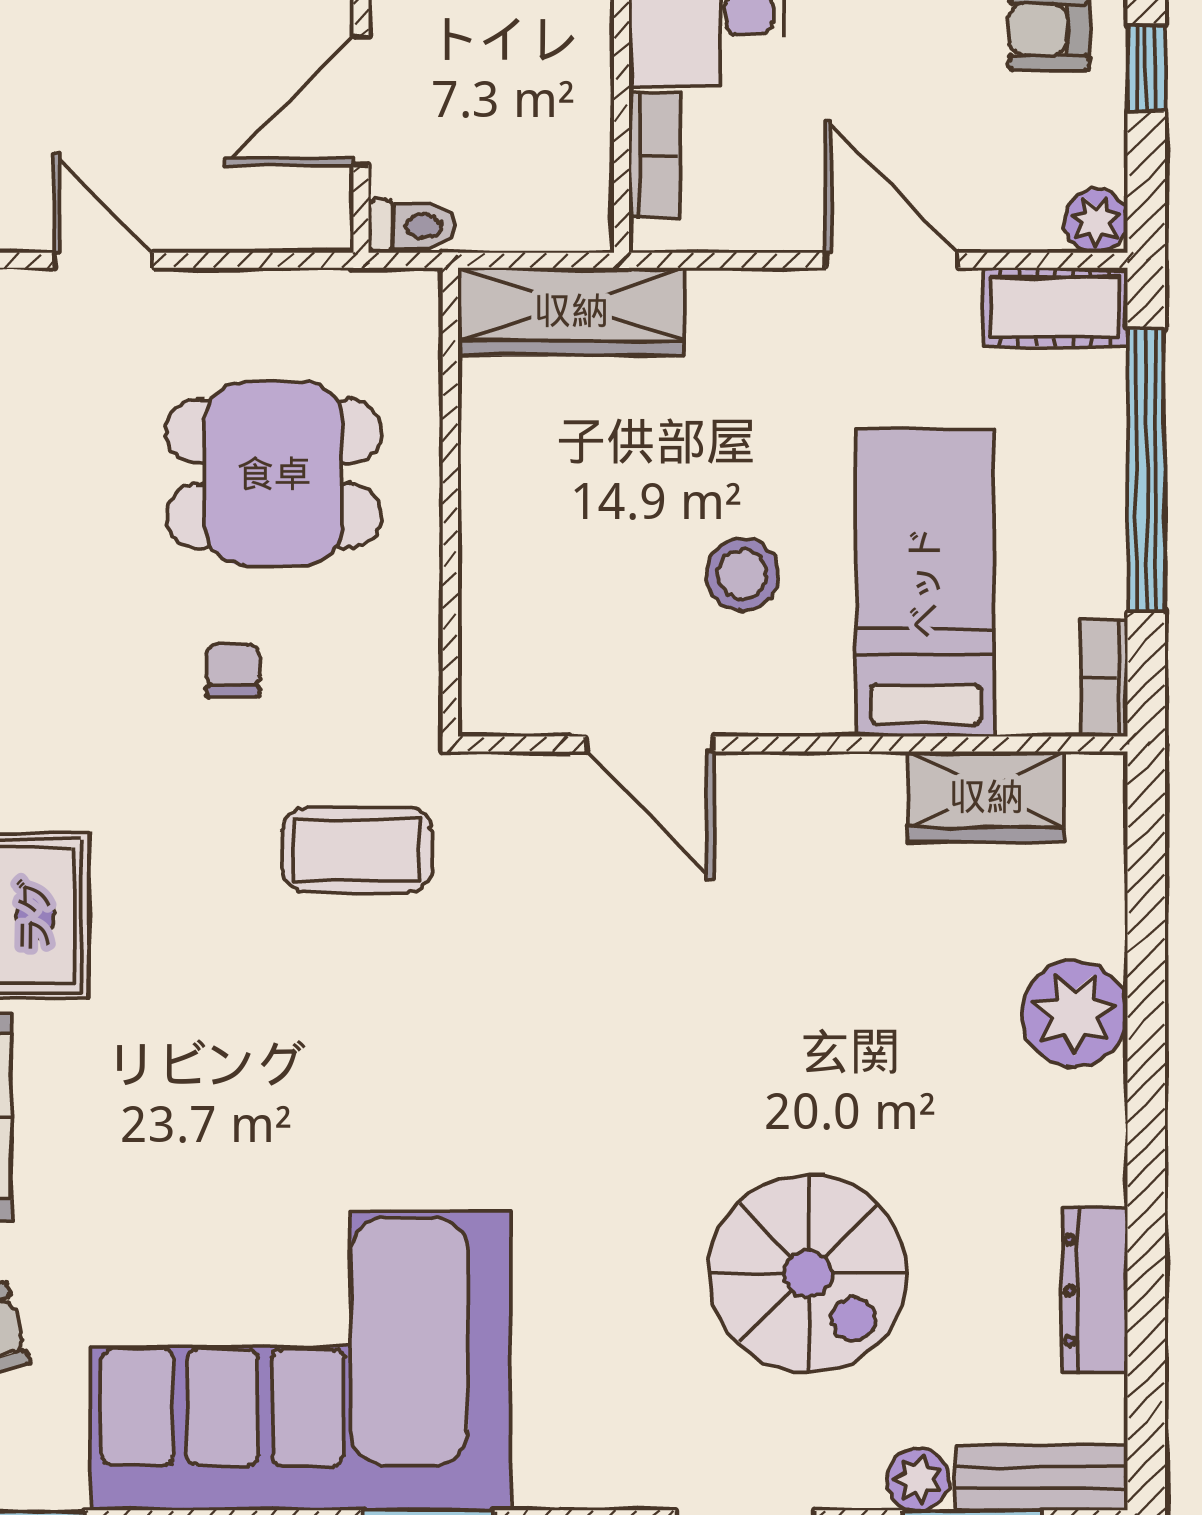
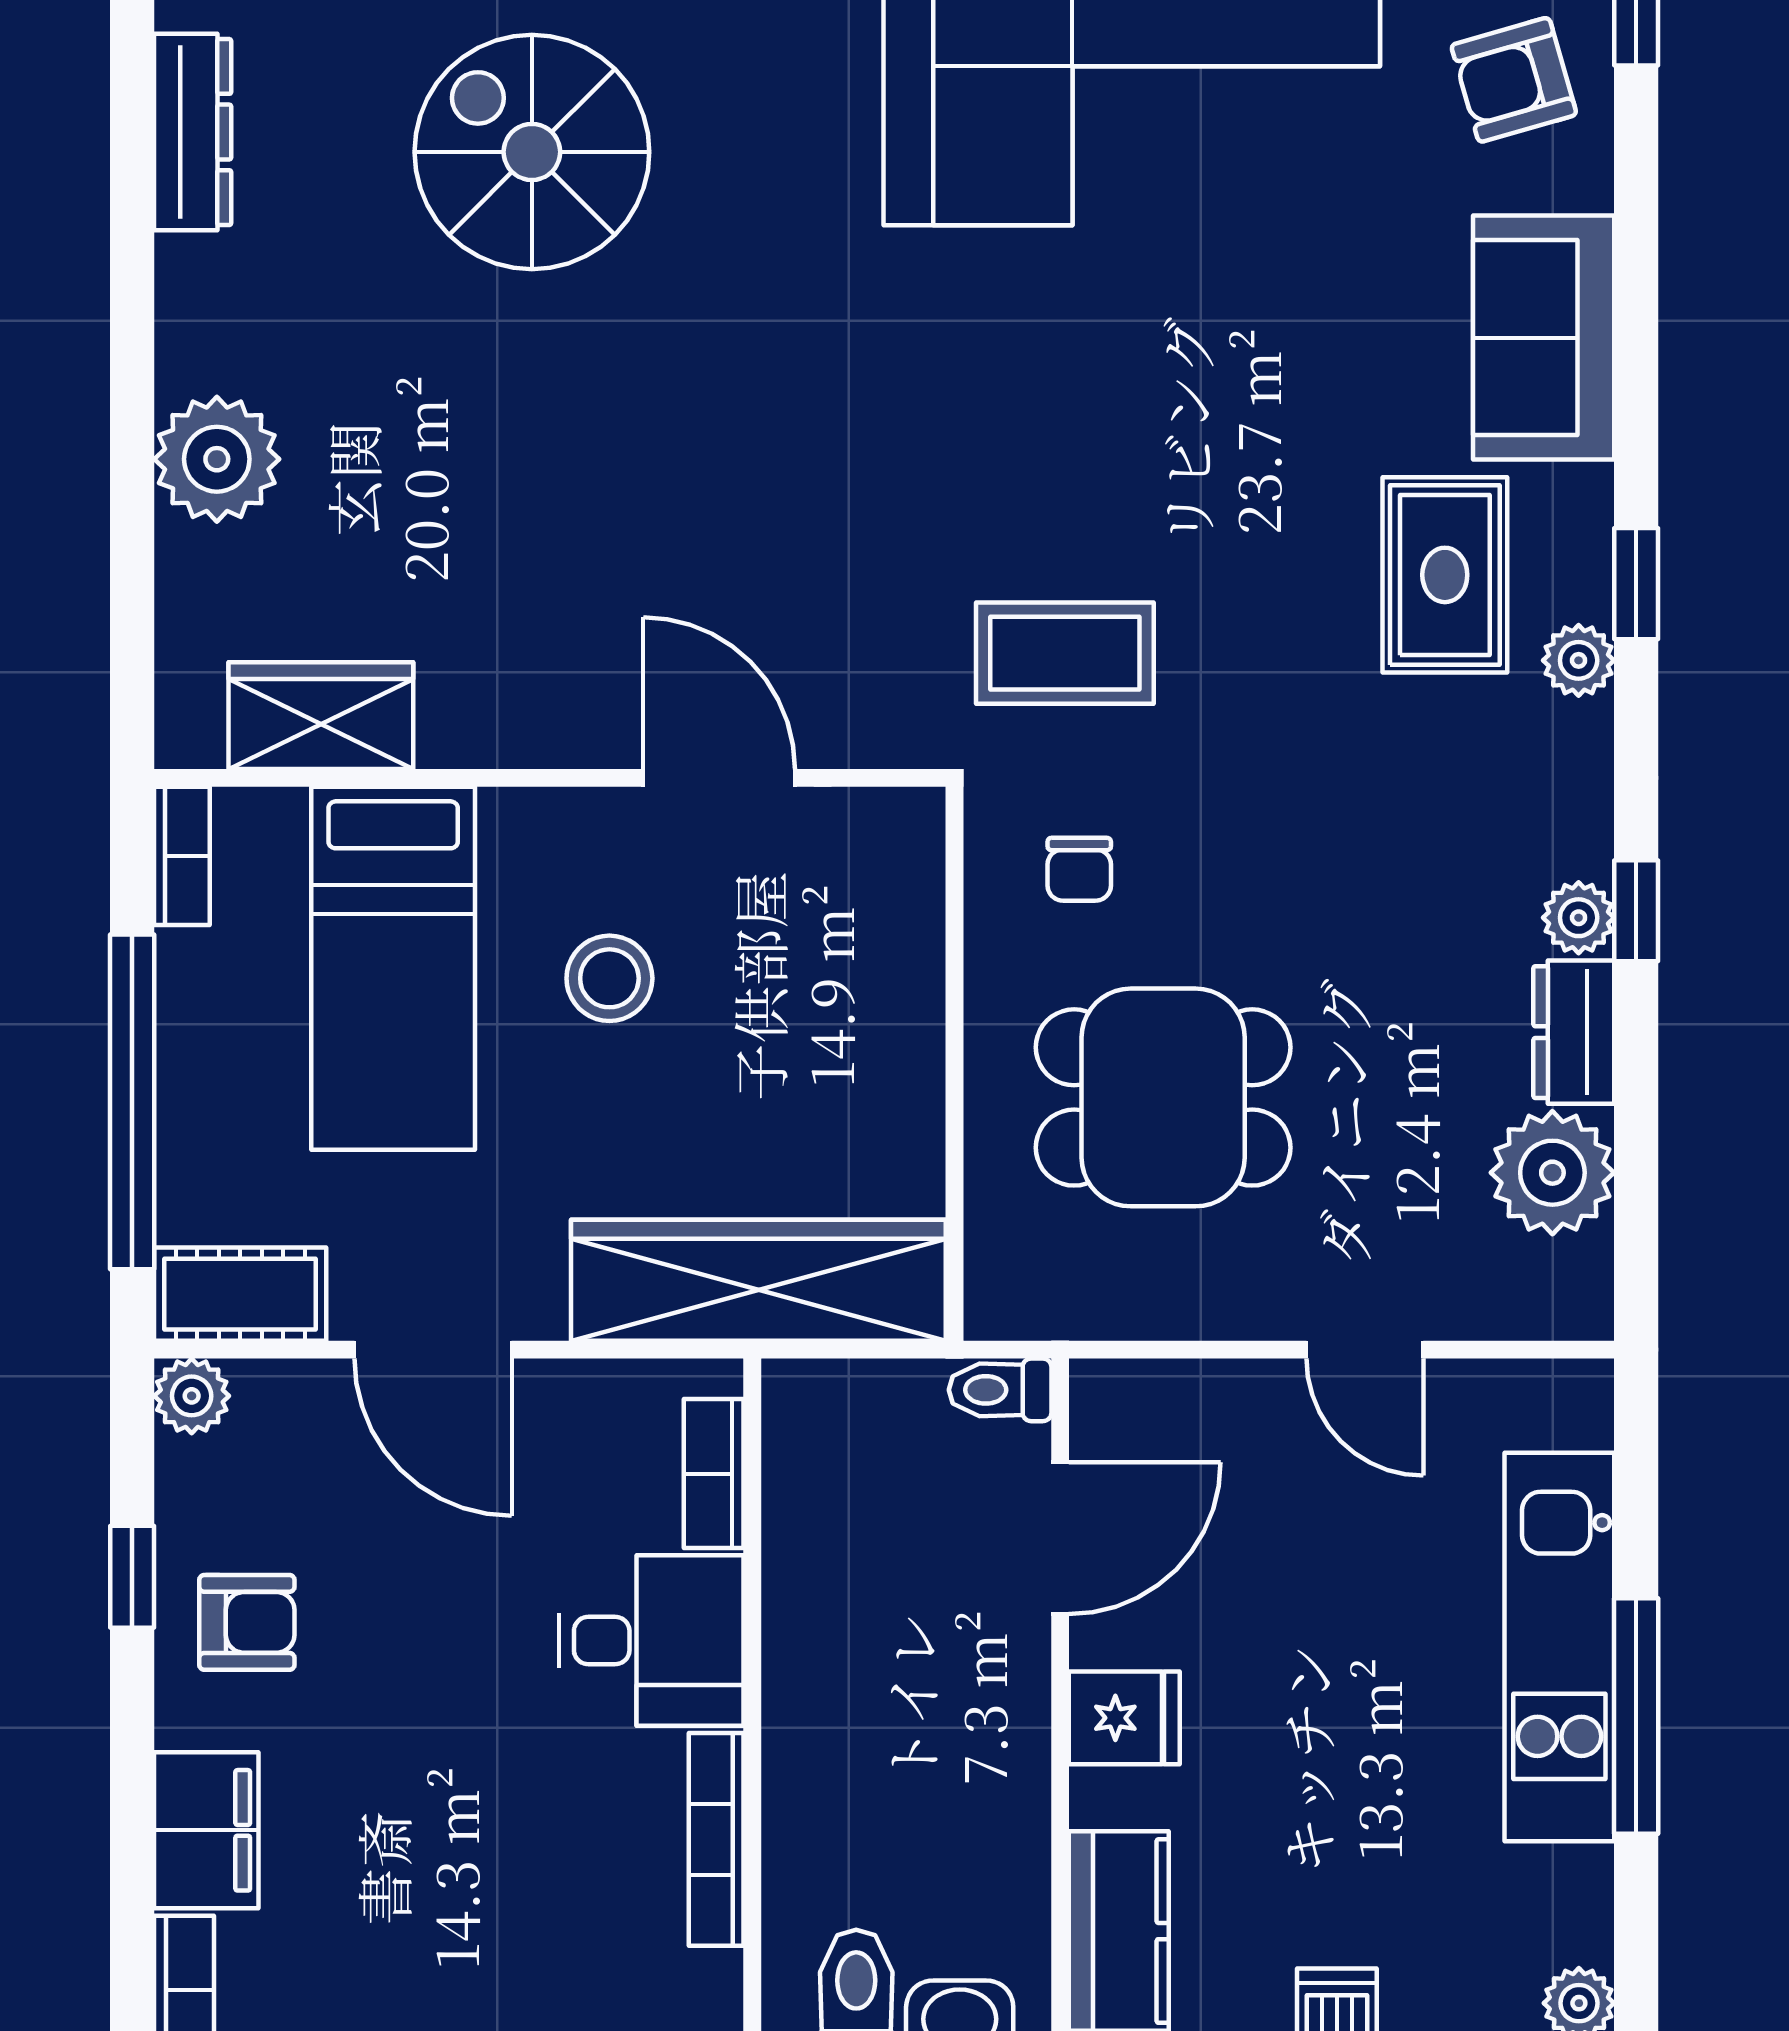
wardrobe: (571, 311) -> (758, 1280), width x1.40, depth x1.17
chair: (233, 671) -> (1079, 869), moved

